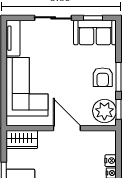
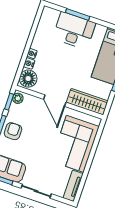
plant: (104, 111) -> (18, 98), width x0.53, depth x0.53
wardrobe: (22, 140) -> (87, 102), width x1.50
floor lamp: (106, 143) -> (28, 79), added

